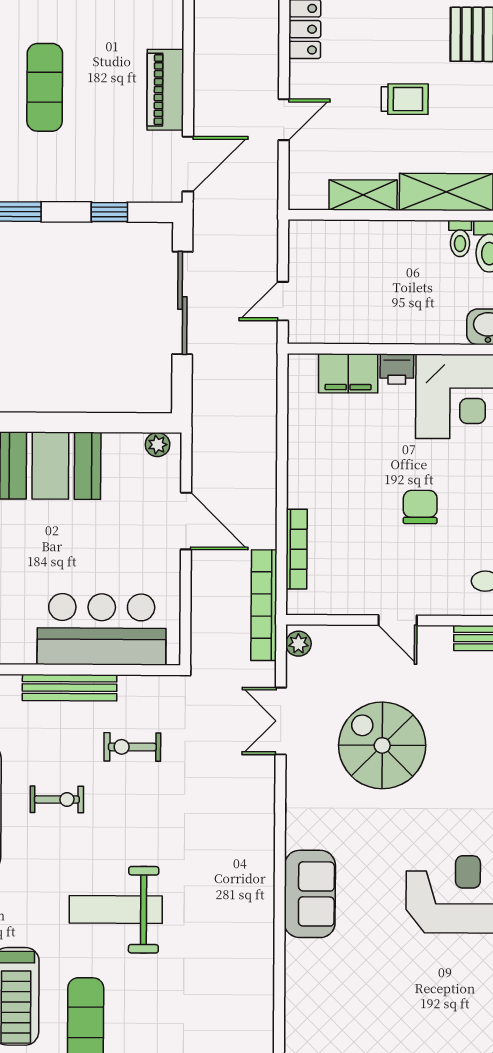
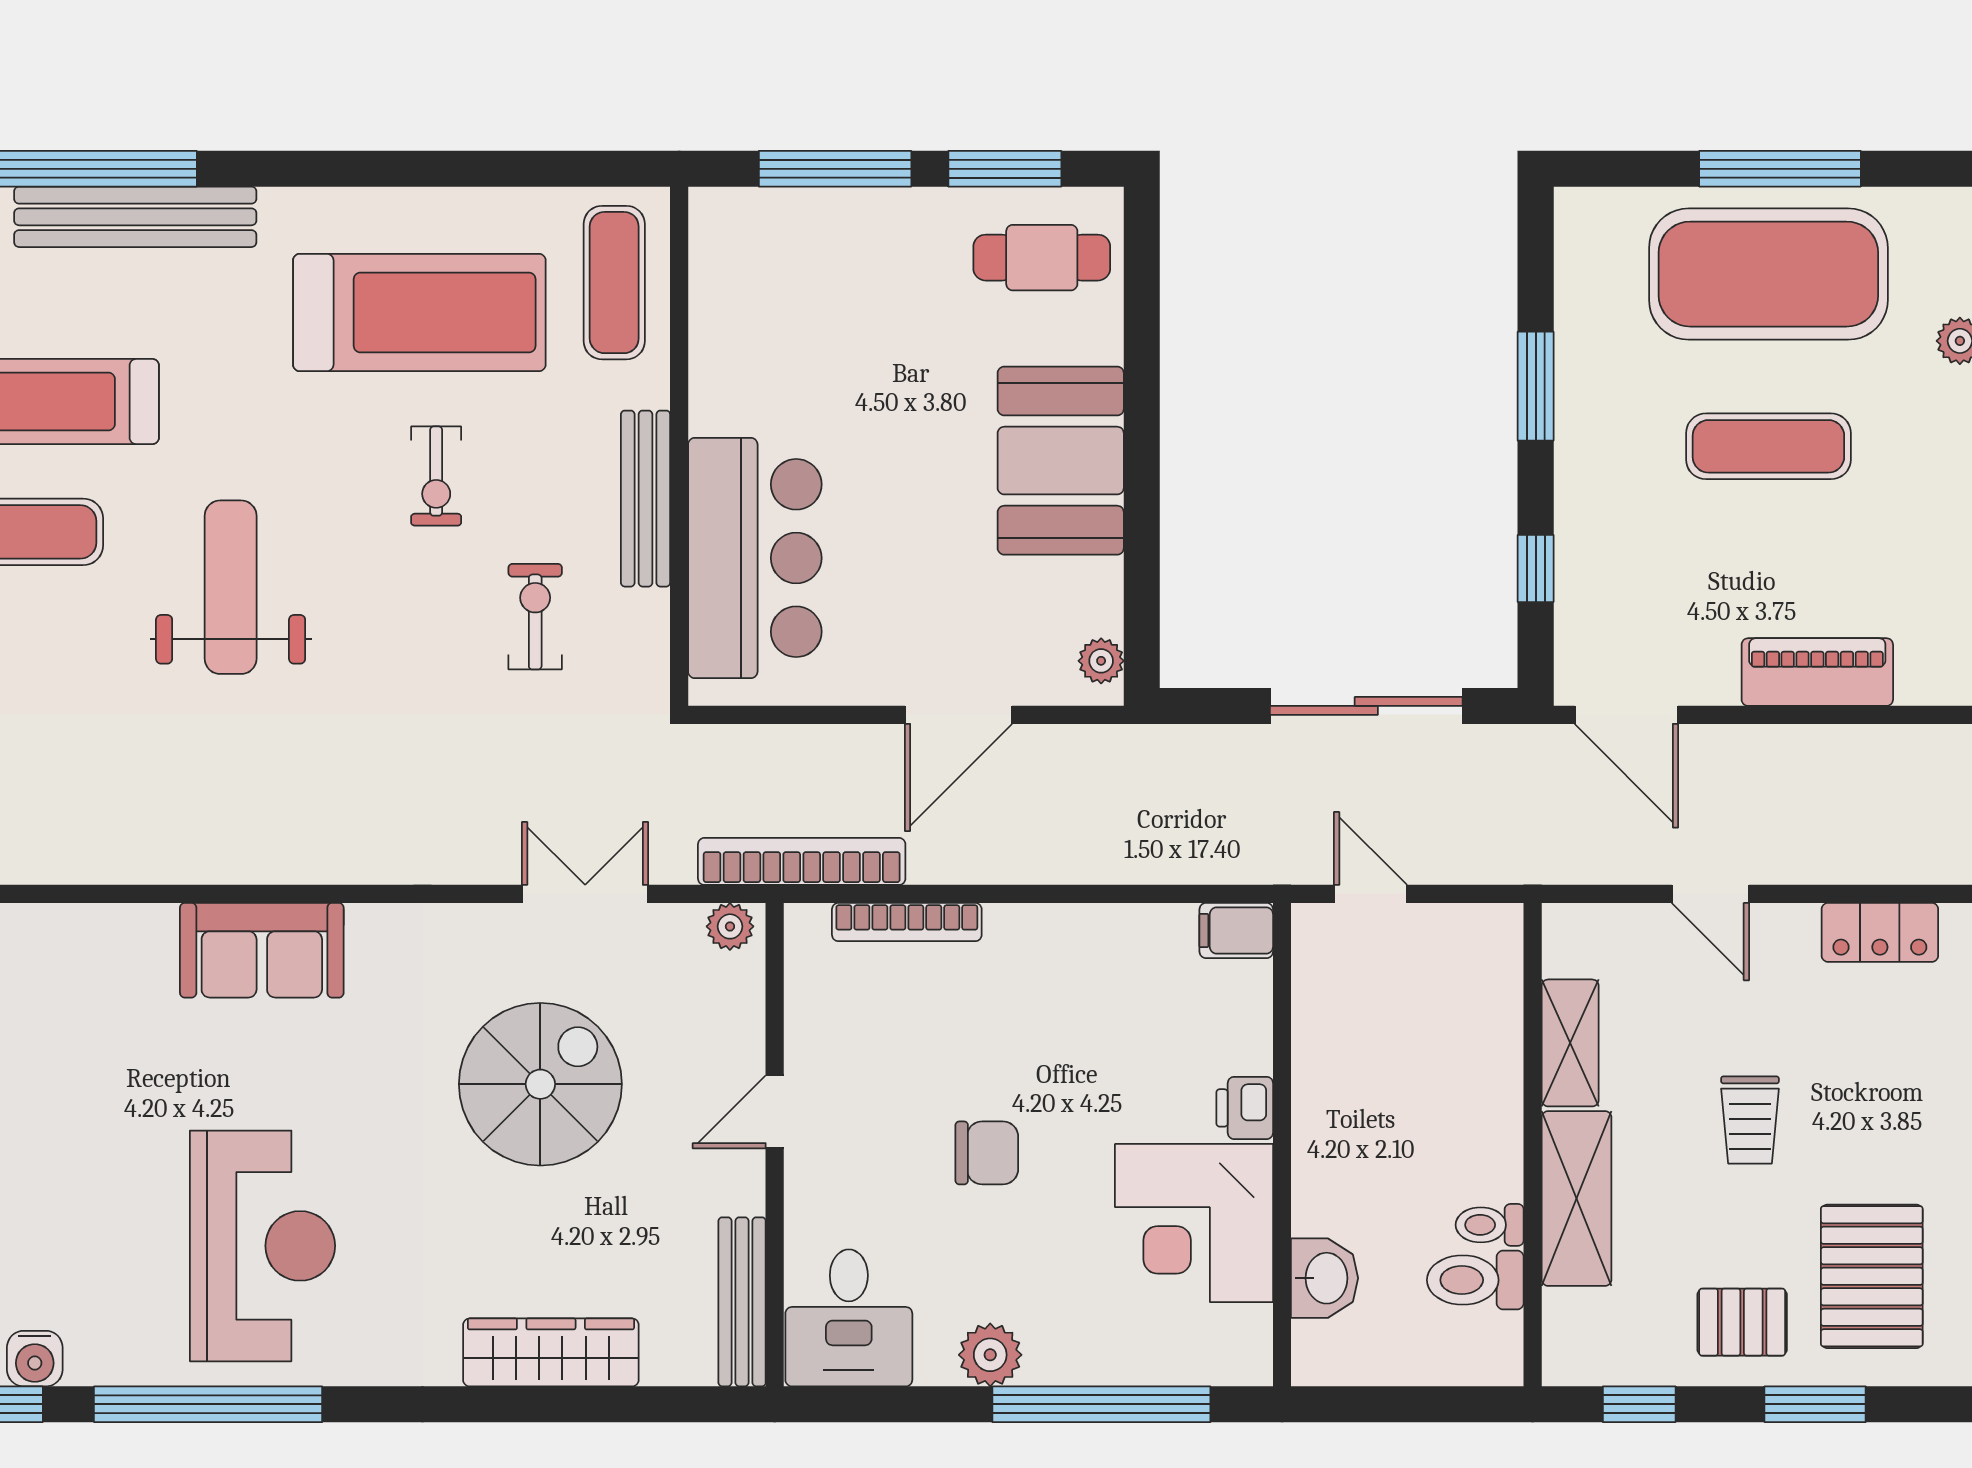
piano: (165, 90) -> (1817, 672), moved
filing cabinet: (348, 373) -> (1236, 930), moved, width x0.50

